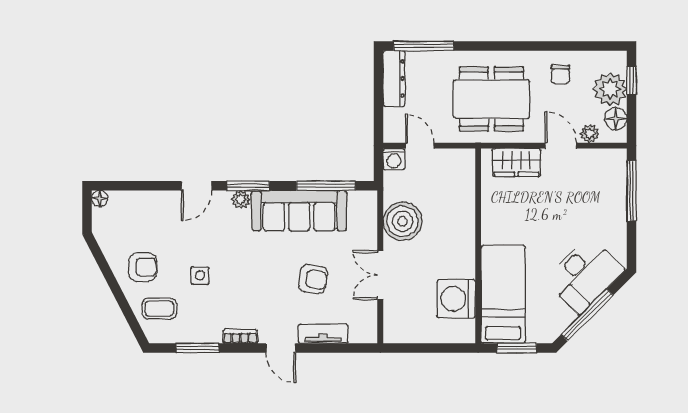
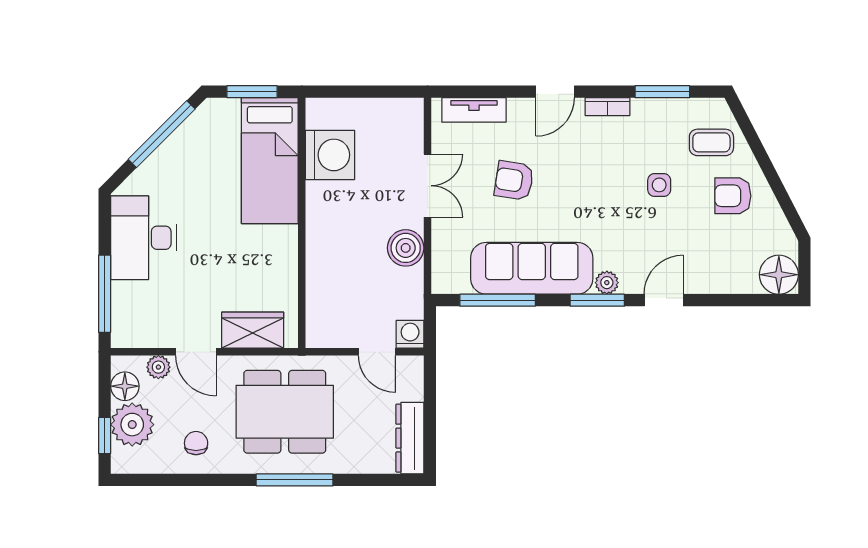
window: (424, 46) -> (295, 480), moved
floor lamp: (100, 198) -> (779, 275), width x1.89, depth x1.89
boiler: (402, 221) -> (406, 248), width x0.73, depth x0.73
desk: (585, 275) -> (143, 238), moved, turned -45
tv unit: (323, 334) -> (474, 110), moved
door: (281, 348) -> (555, 92), swing flipped

